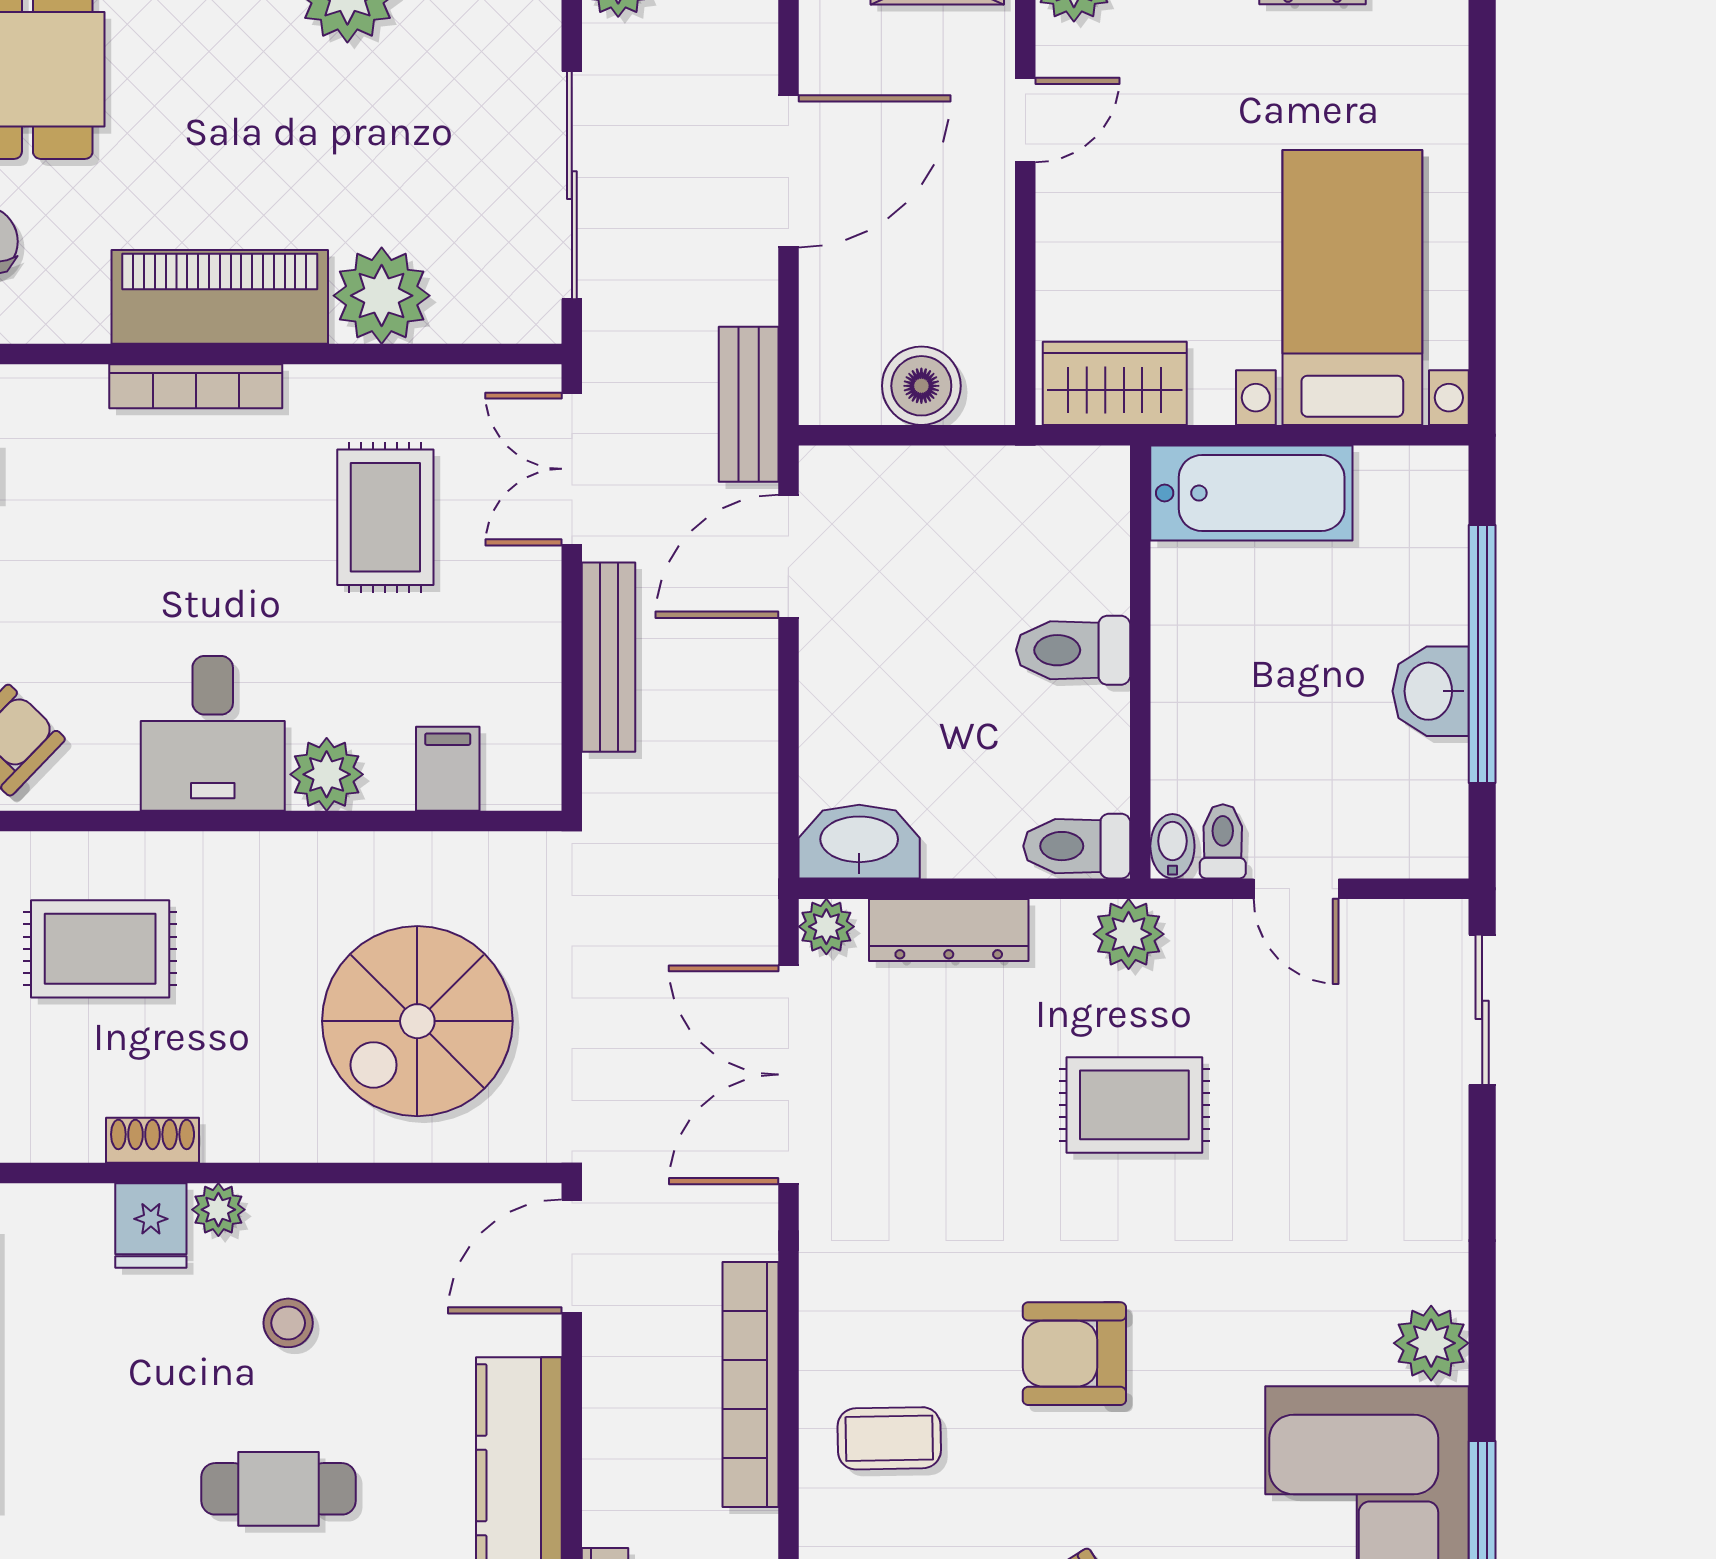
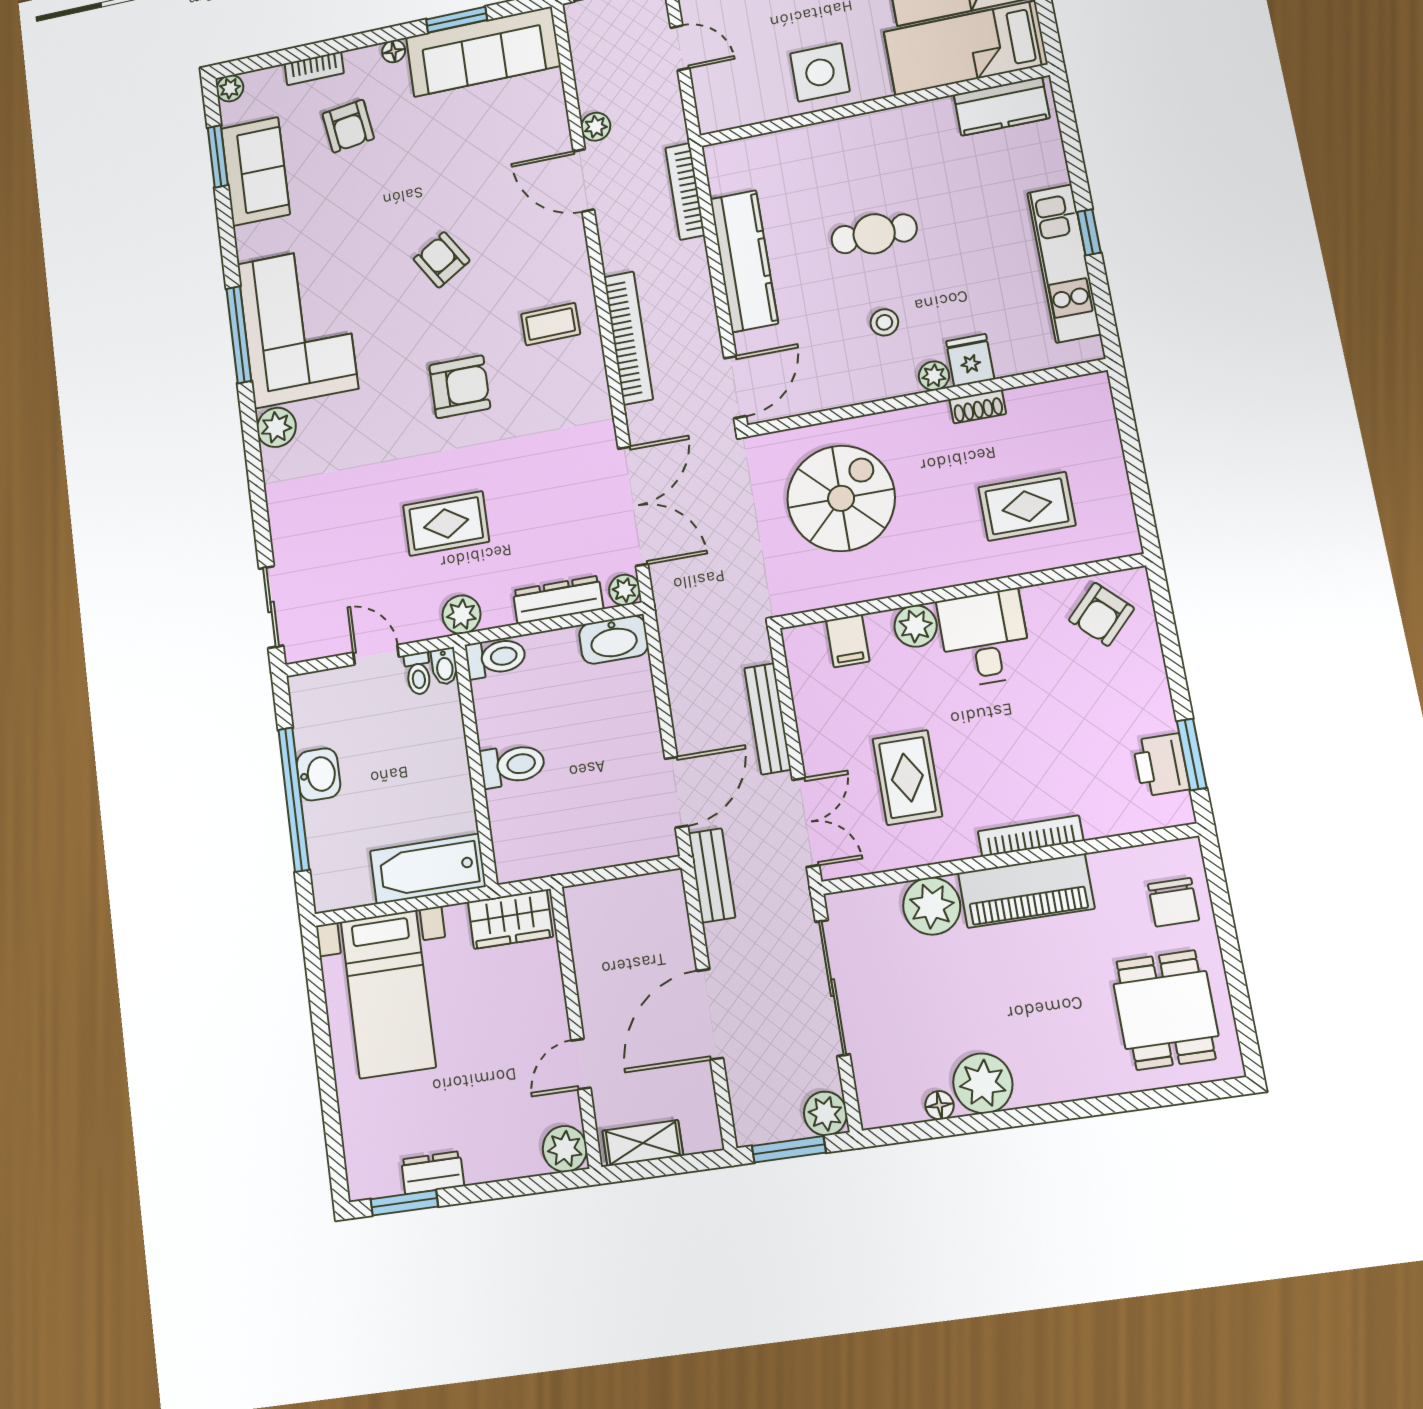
boiler: (921, 386) -> (617, 901), removed

